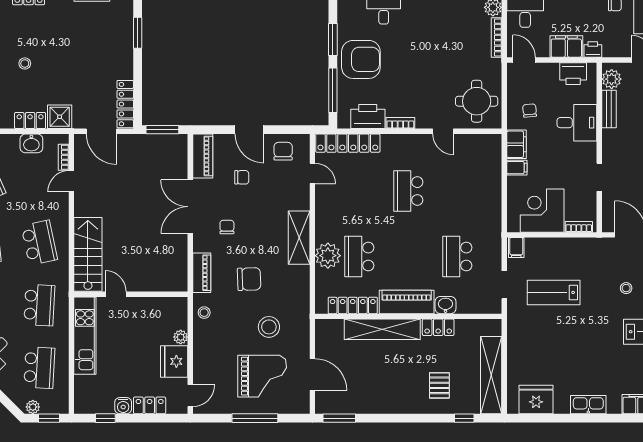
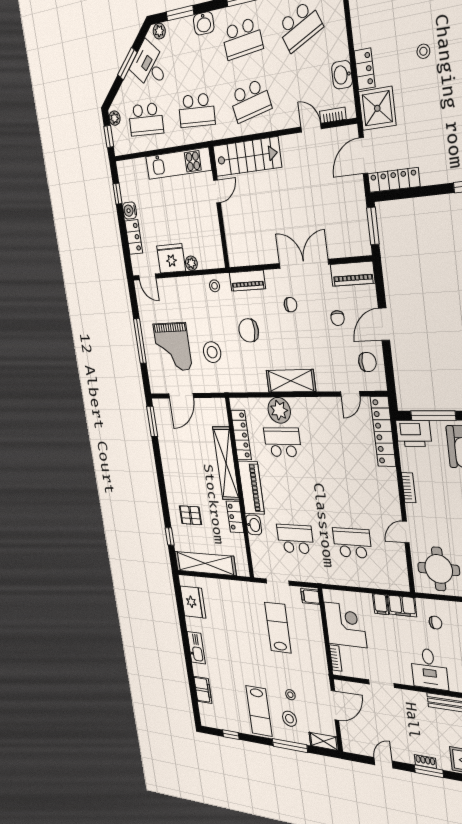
shower: (60, 117) -> (377, 108), width x1.36, depth x1.36
printer: (368, 117) -> (414, 433), moved, turned 90
school desk: (408, 191) -> (352, 543), moved
chair: (249, 279) -> (249, 330), turned 92

